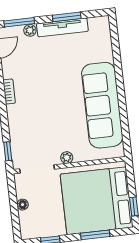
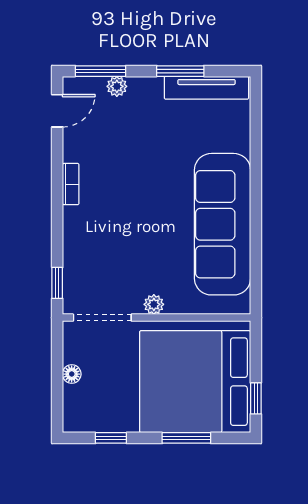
tv unit: (62, 27) -> (207, 88), moved

